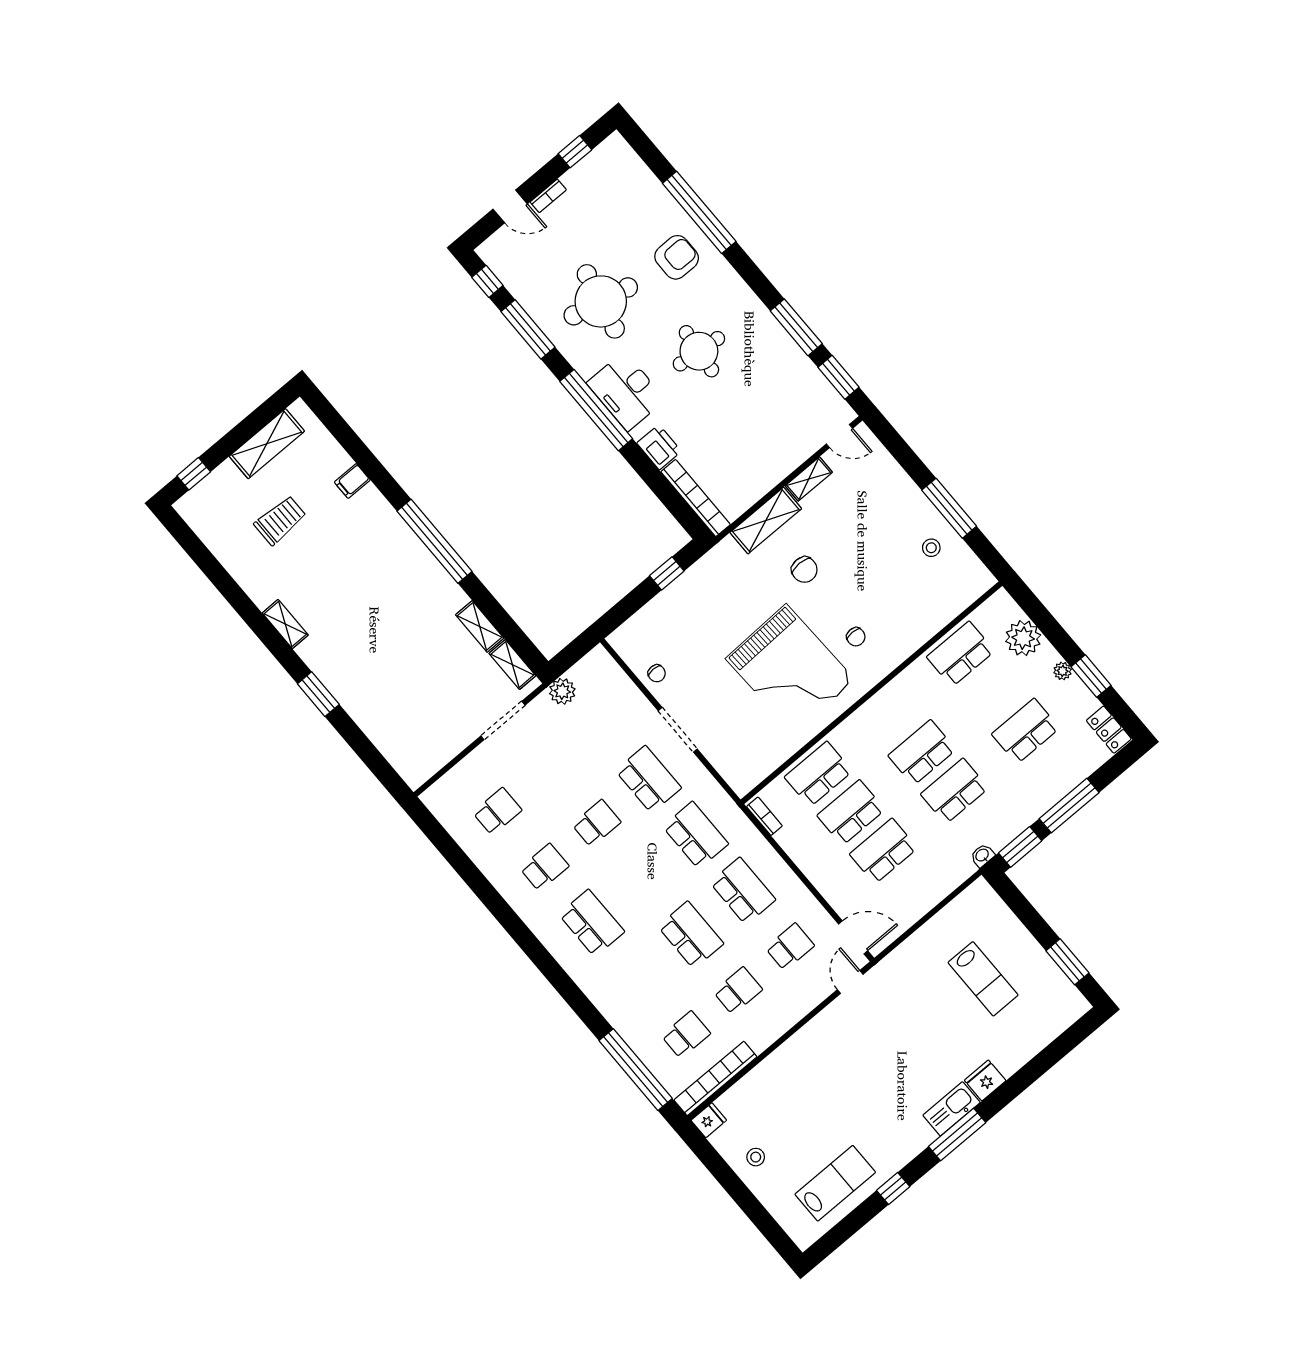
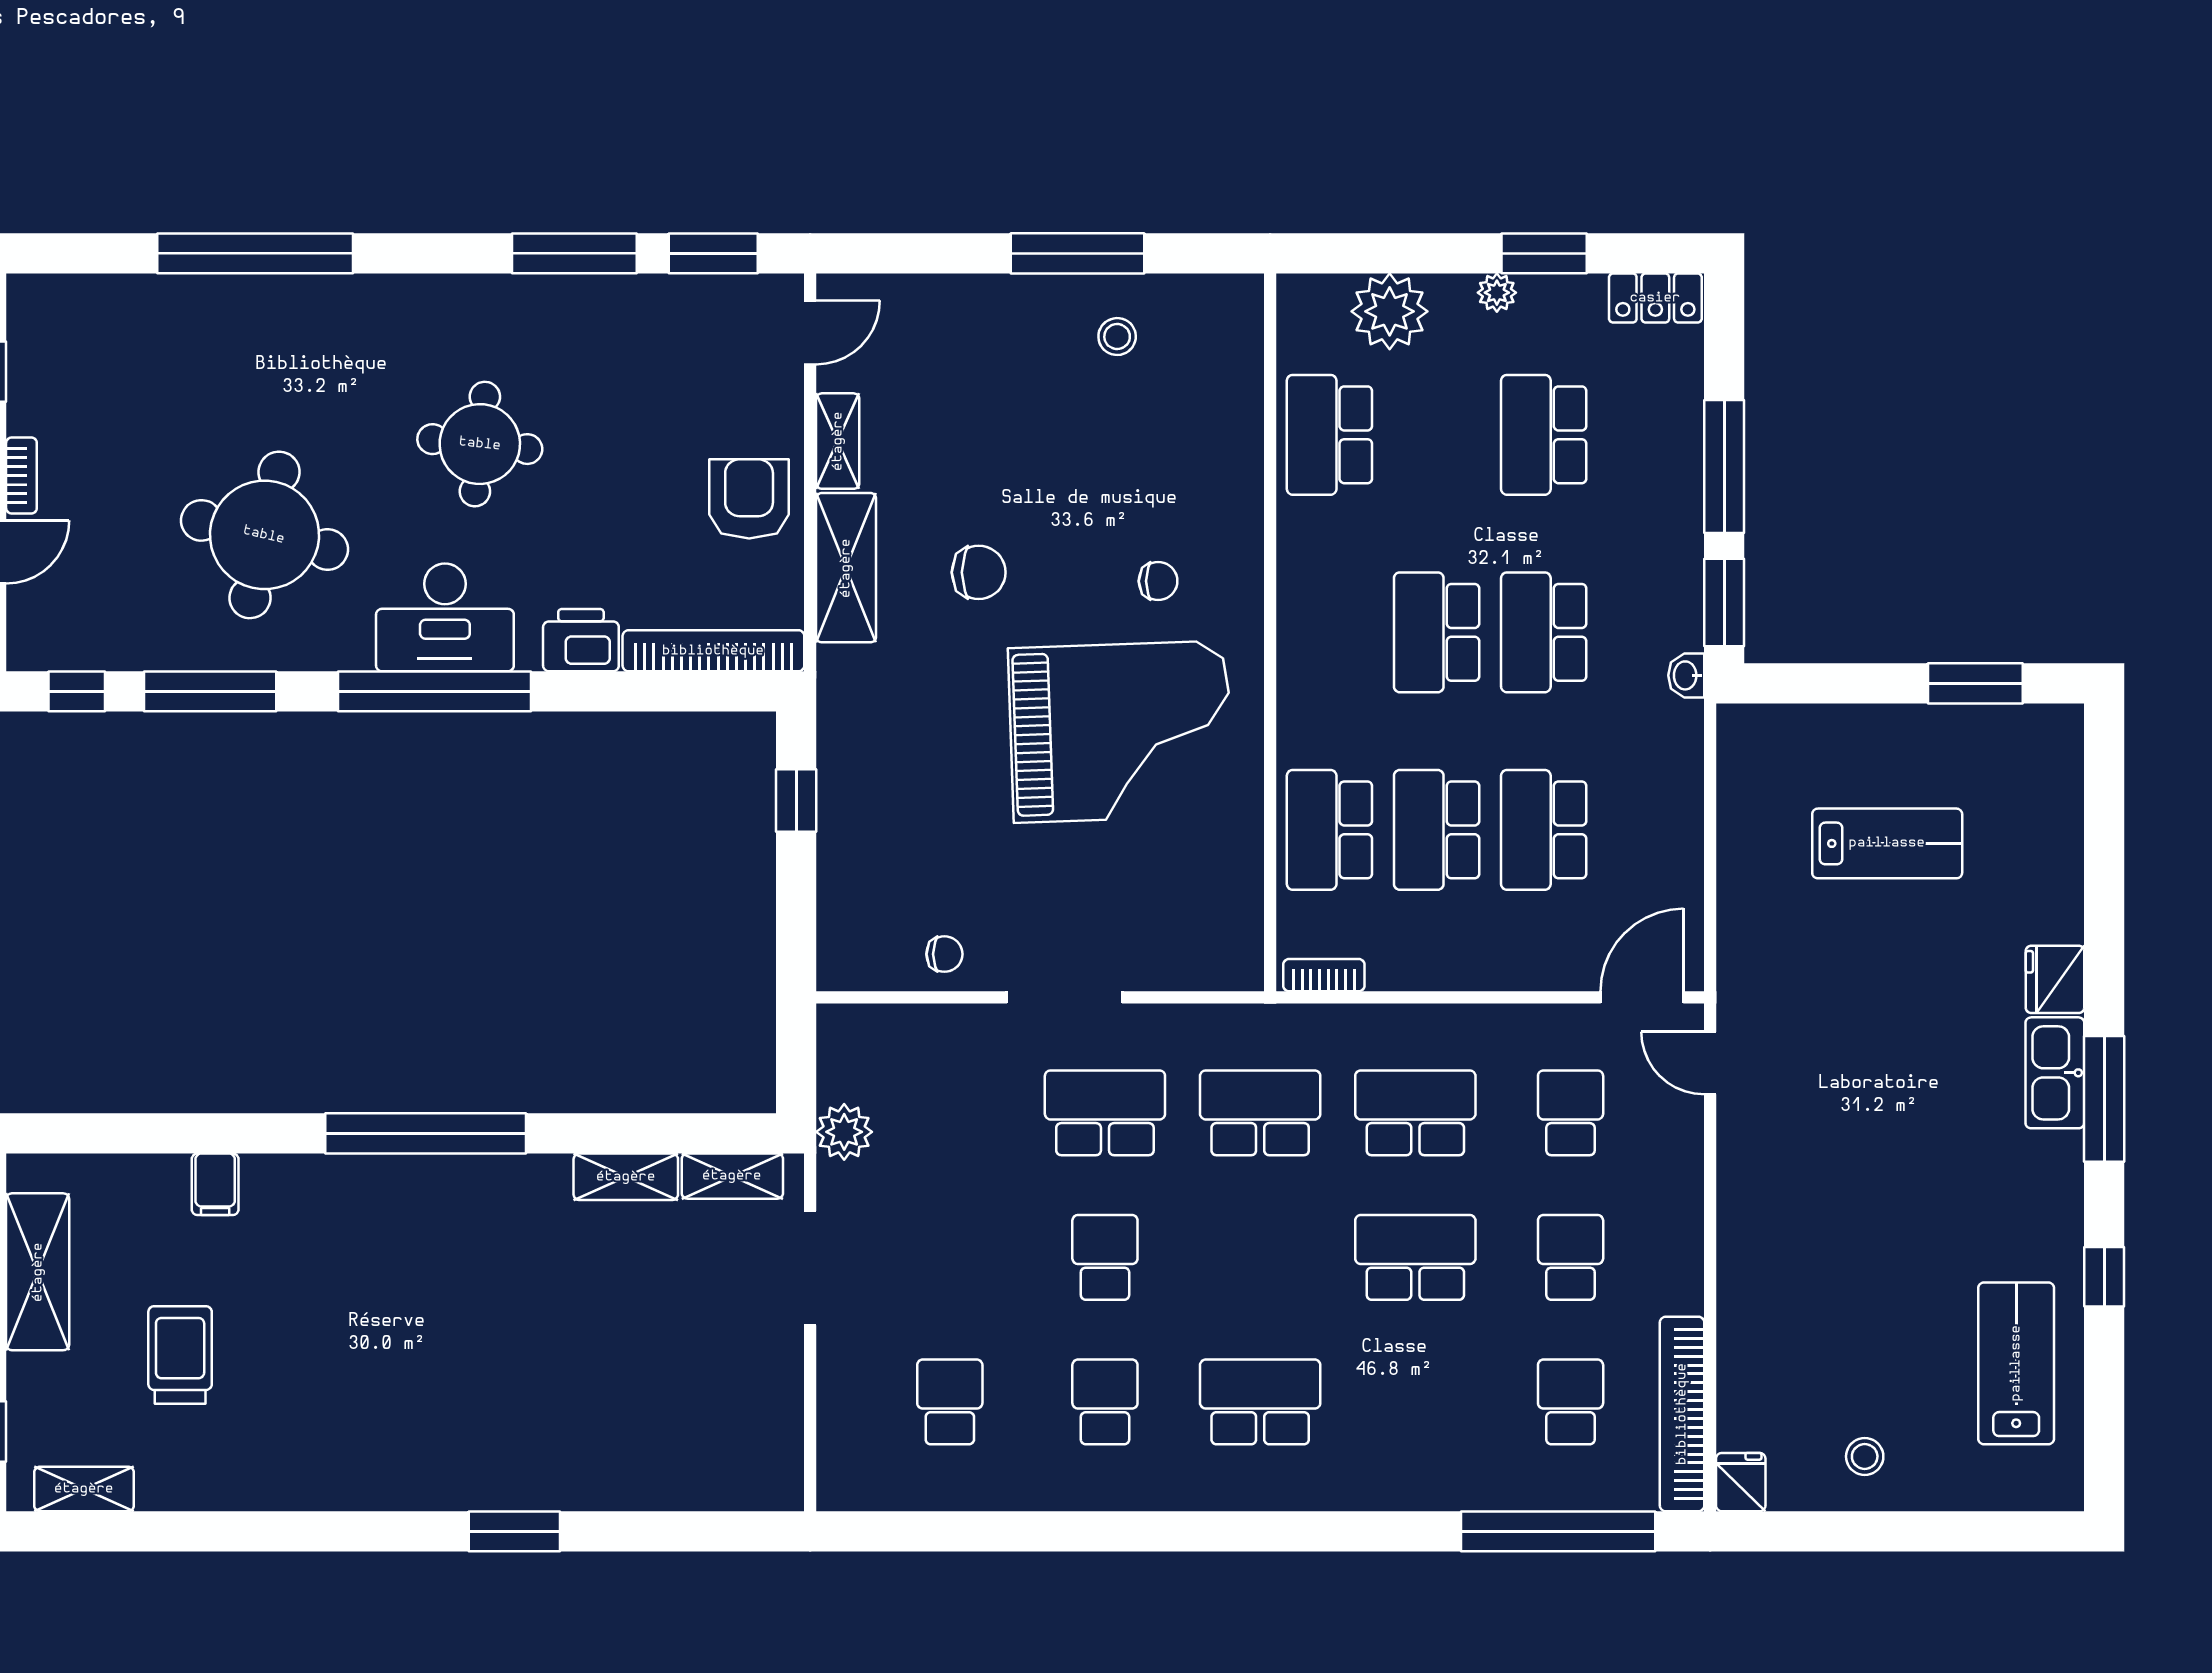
armchair: (677, 257) -> (749, 499), moved
shelving: (285, 624) -> (84, 1489), moved

